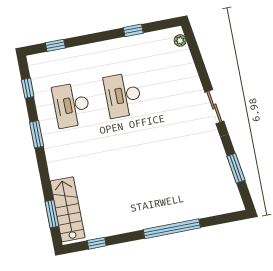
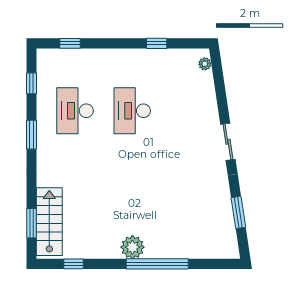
plant: (147, 218) -> (132, 247), added

